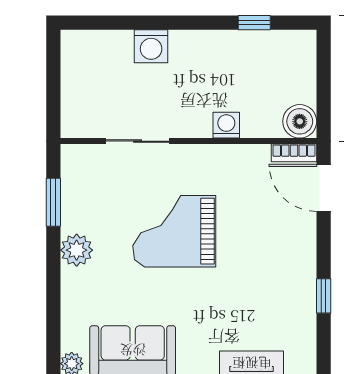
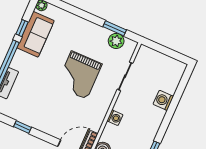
grand piano: (174, 231) -> (79, 75), turned 180
plant: (77, 250) -> (116, 41), moved

